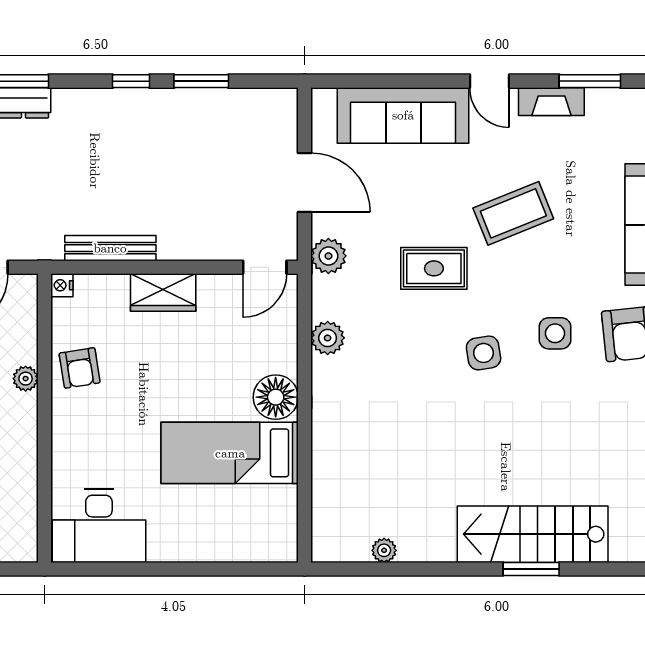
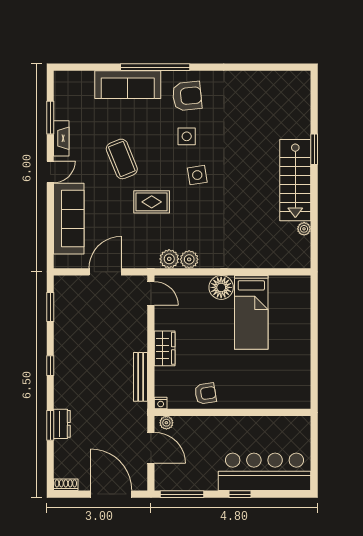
window: (201, 81) -> (50, 307), moved
plant: (328, 256) -> (169, 259), moved
rug: (434, 268) -> (152, 202), turned 90
plant: (26, 379) -> (166, 423), moved
desk: (99, 526) -> (291, 383), removed
stairs: (533, 534) -> (295, 180), moved

